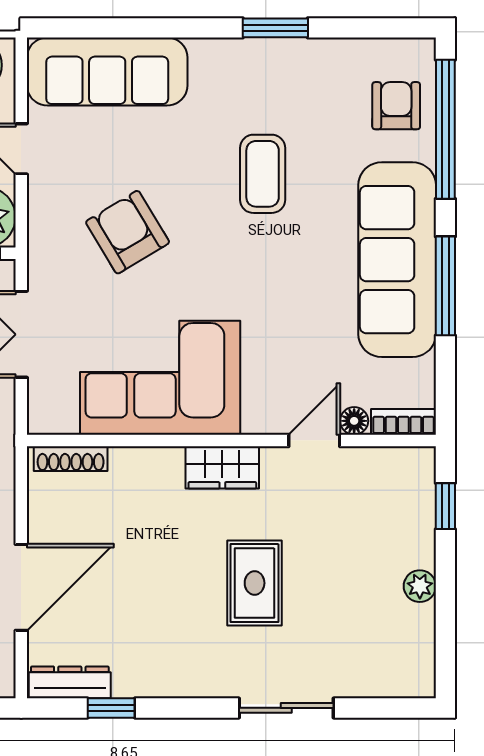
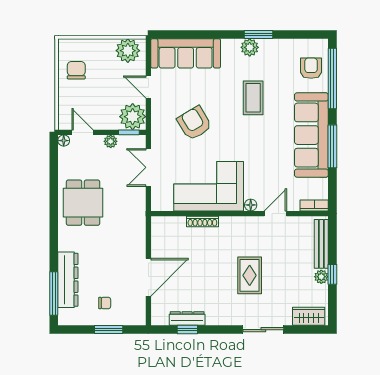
plant: (255, 58) -> (250, 47), added
floor lamp: (354, 421) -> (251, 205), moved
shoe rack: (71, 459) -> (202, 221), moved
wardrobe: (222, 467) -> (309, 316), moved, turned 180
window: (445, 506) -> (332, 274), moved
bench: (420, 511) -> (321, 244), added
dresser: (70, 682) -> (187, 319), moved

